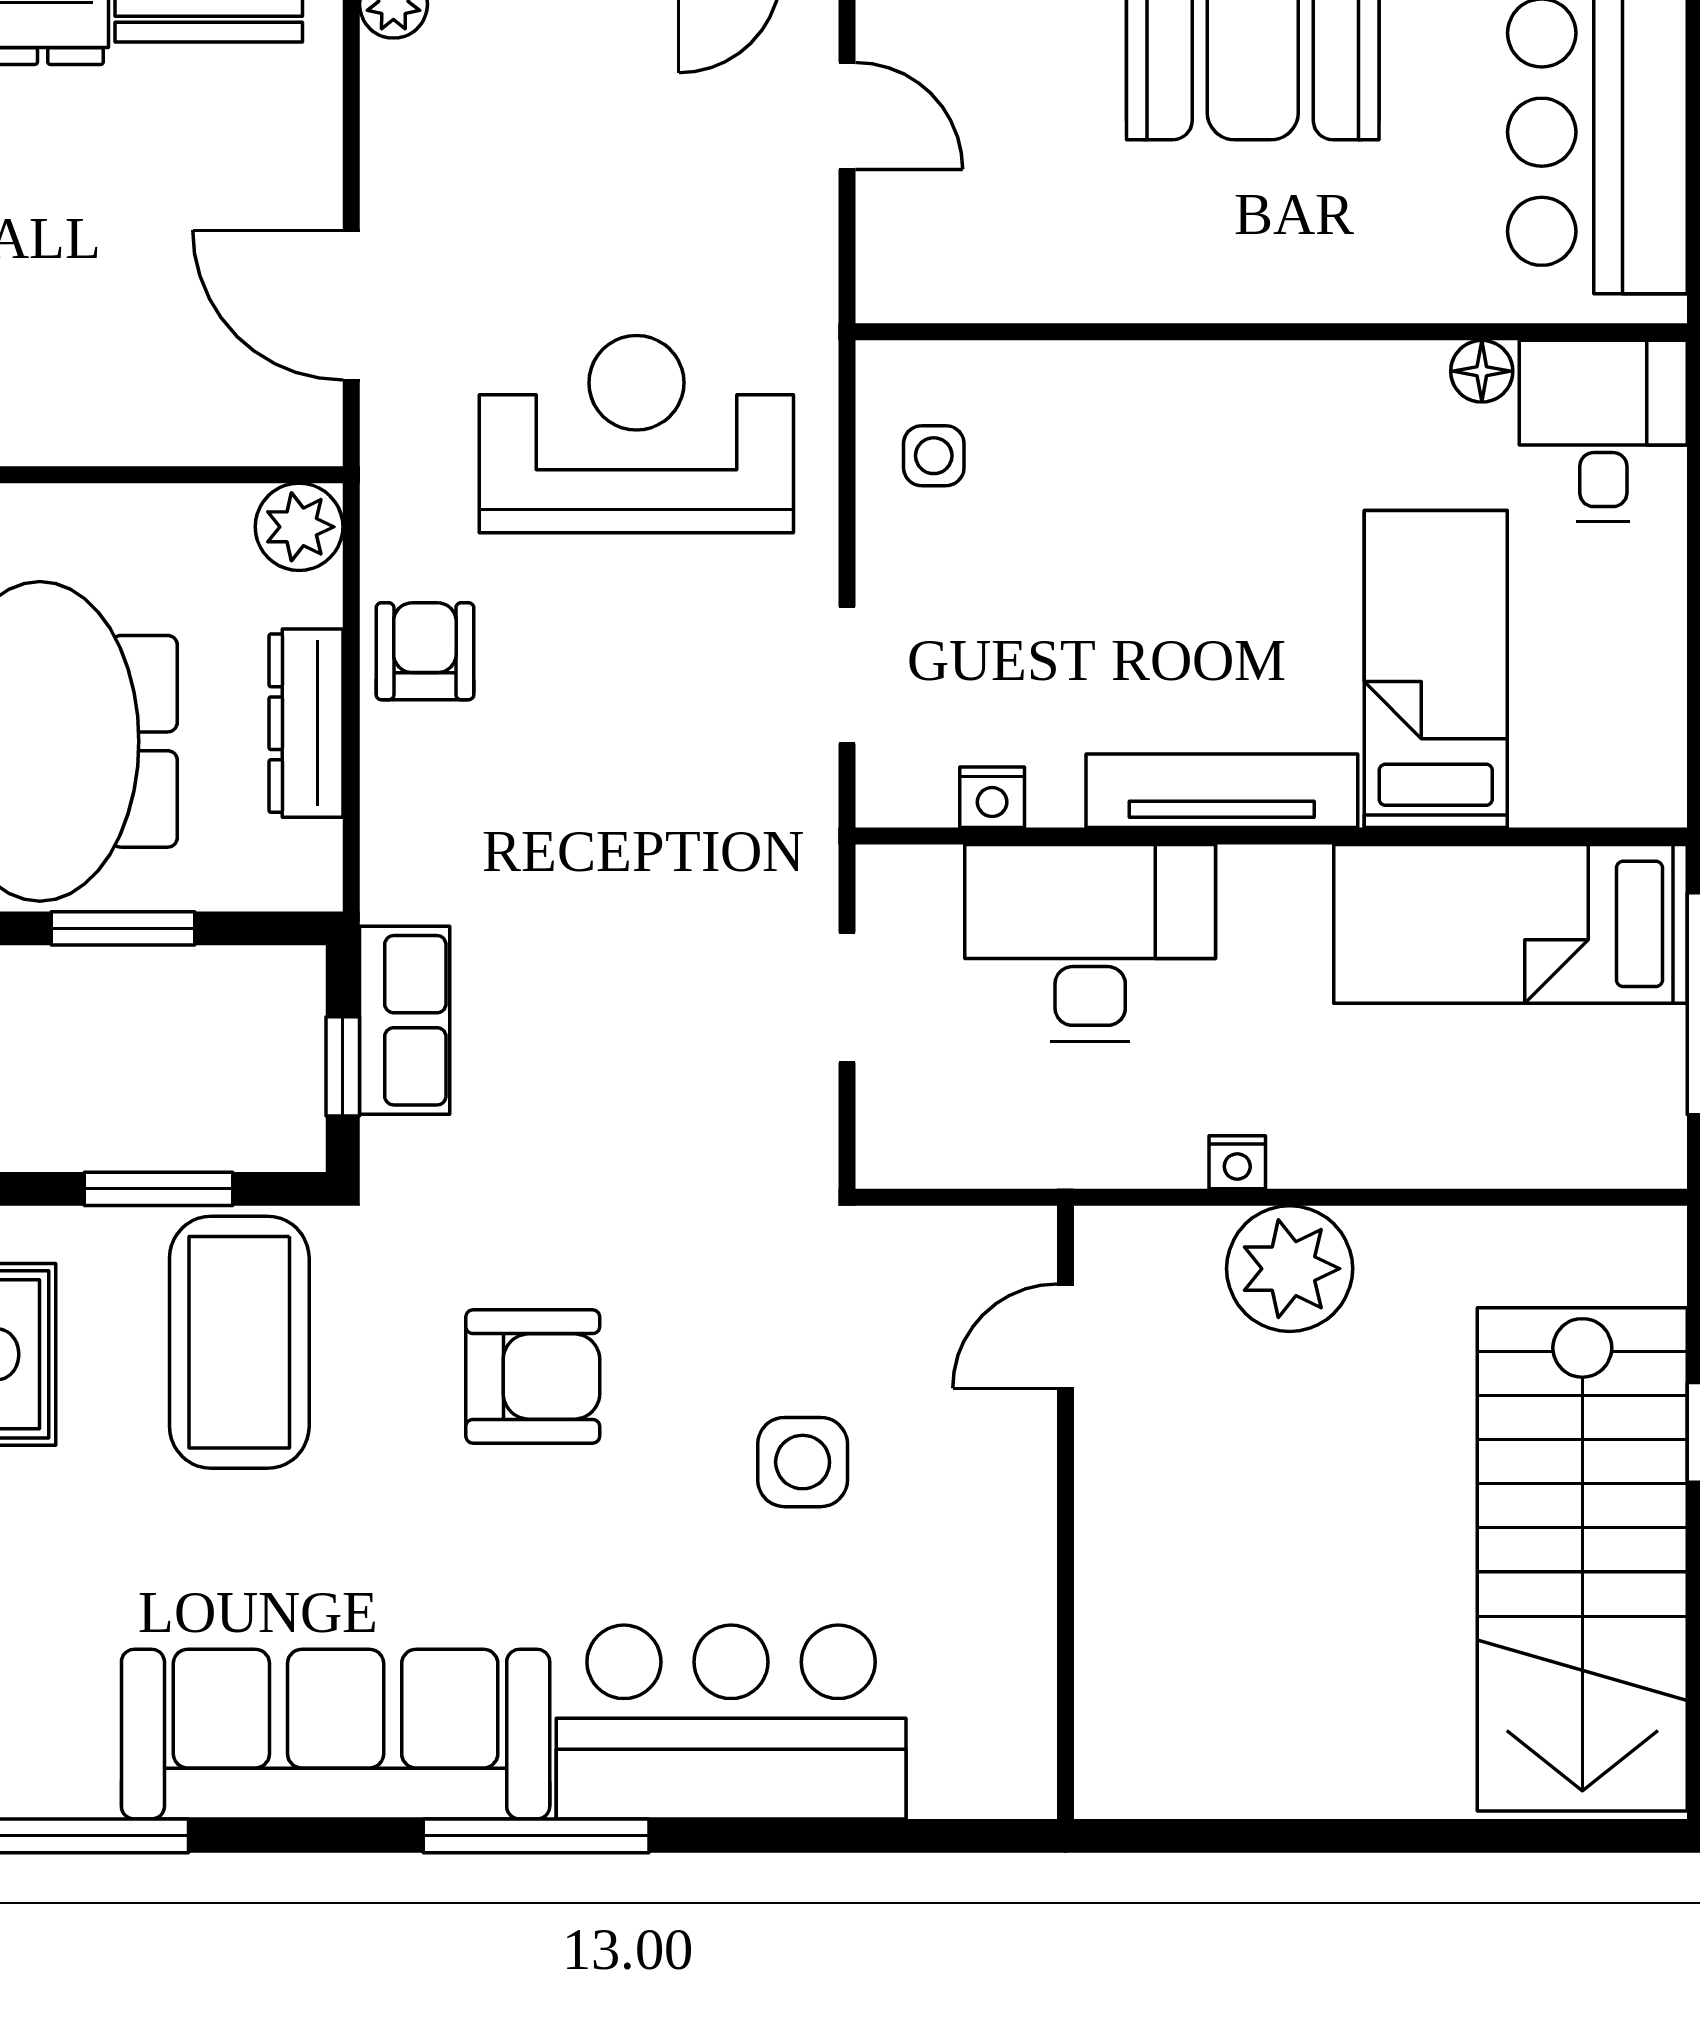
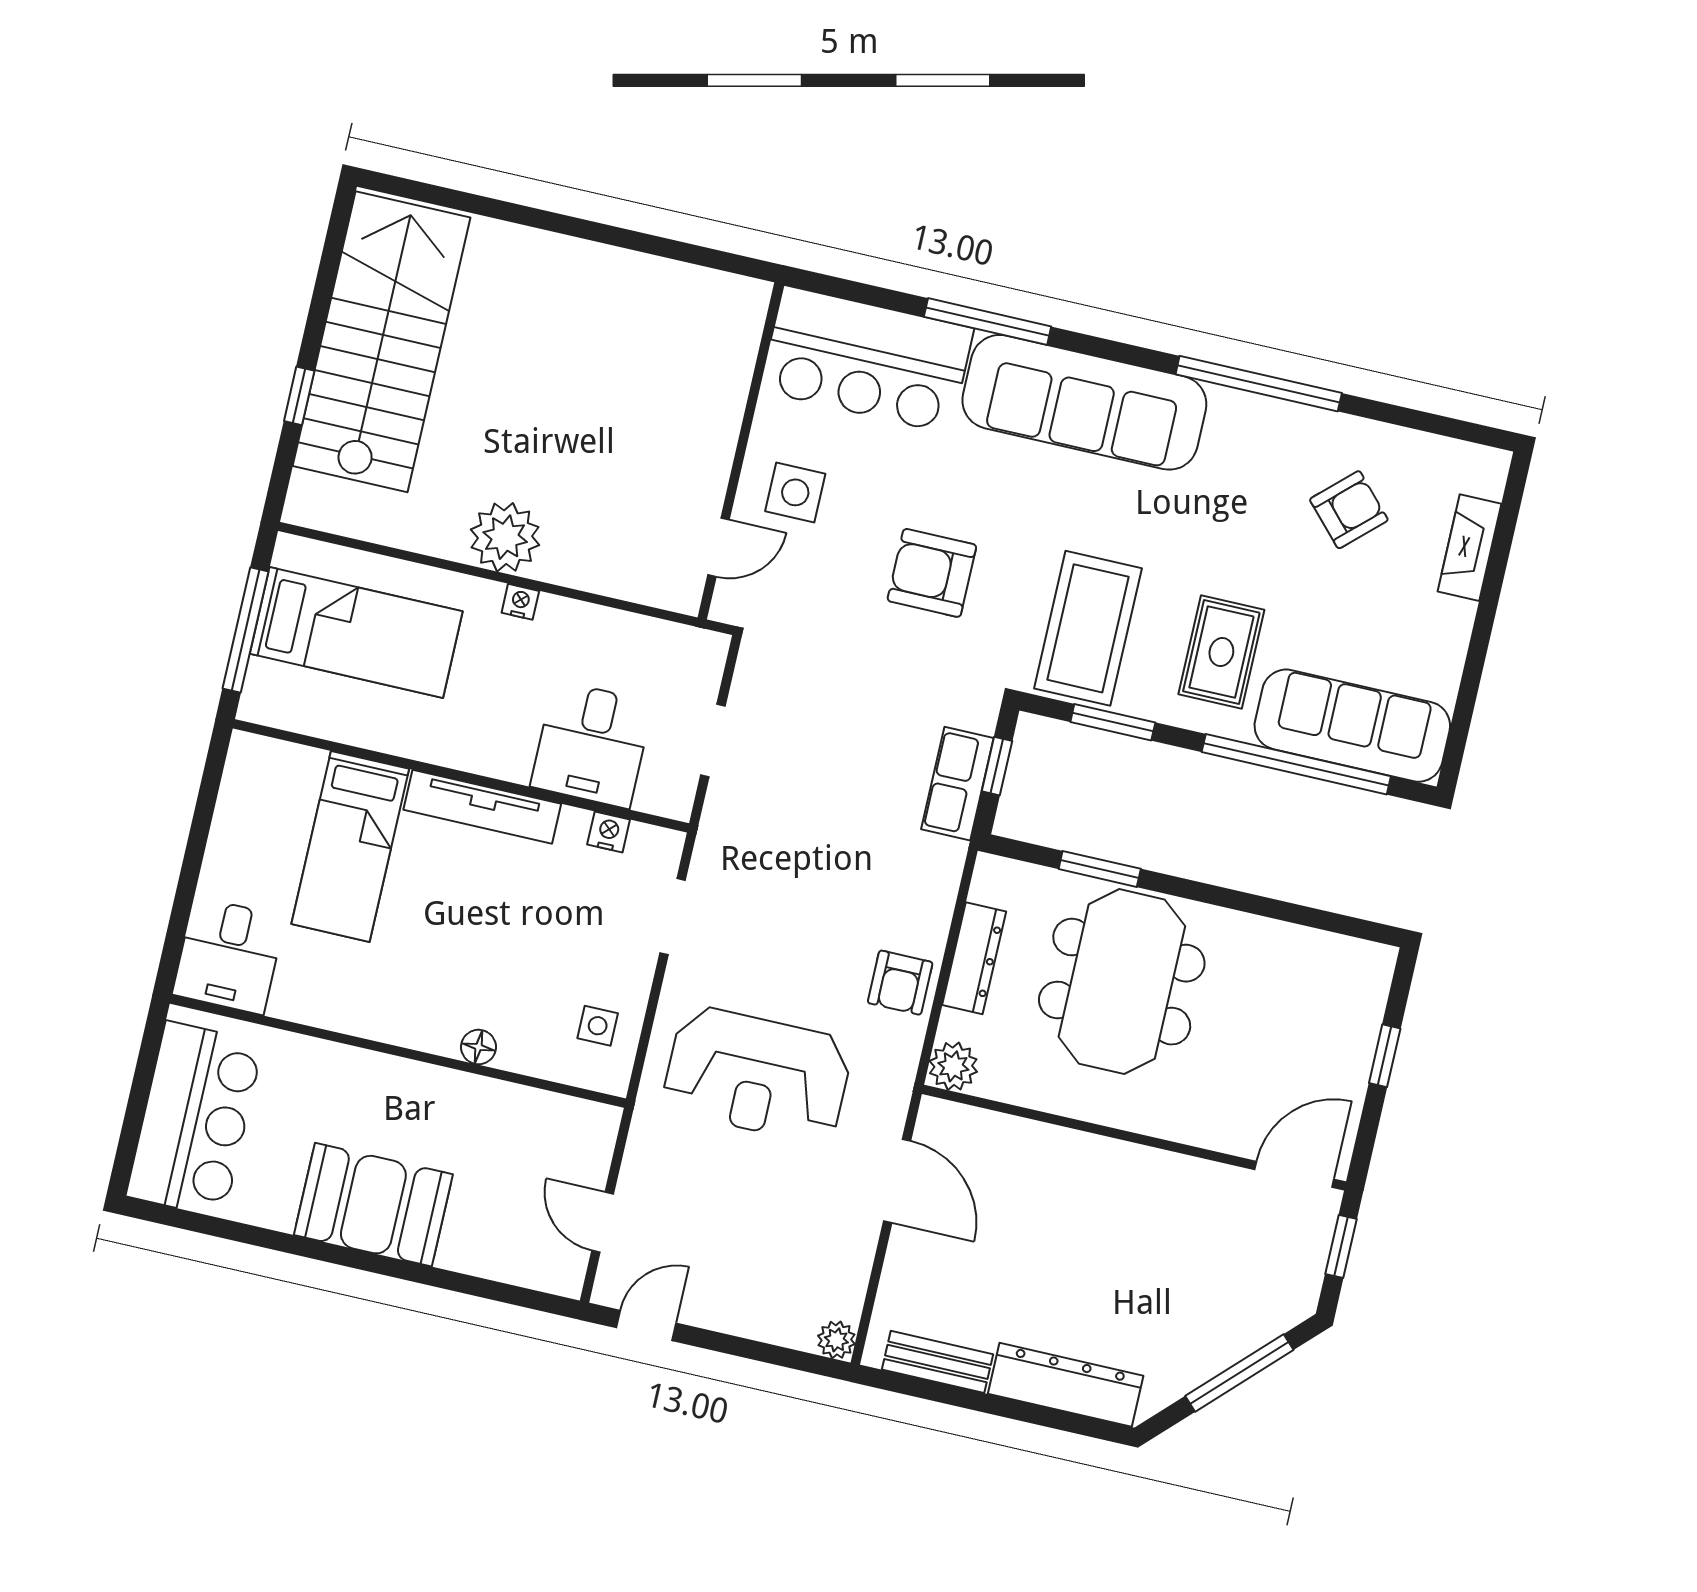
floor lamp: (1482, 371) -> (478, 1047), moved
bed: (1510, 924) -> (356, 632), moved
desk: (1090, 943) -> (592, 744), width x0.73
door: (1065, 1336) -> (719, 547), moved
wall: (1065, 1512) -> (741, 451), moved

